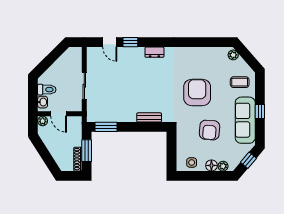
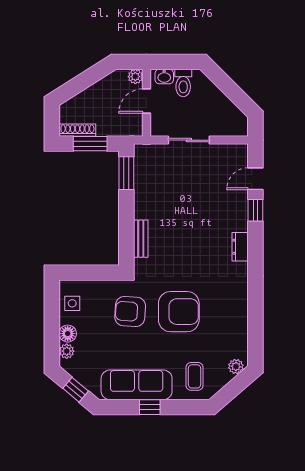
armchair: (210, 130) -> (130, 311), moved

